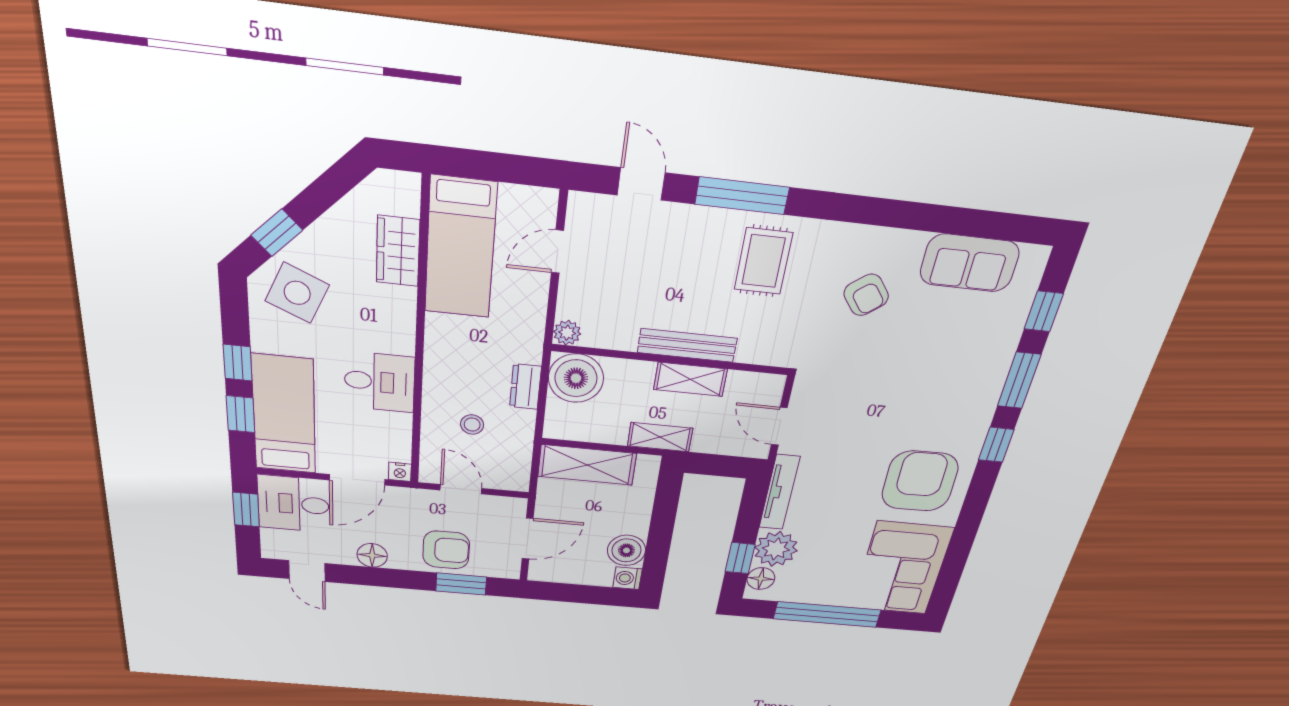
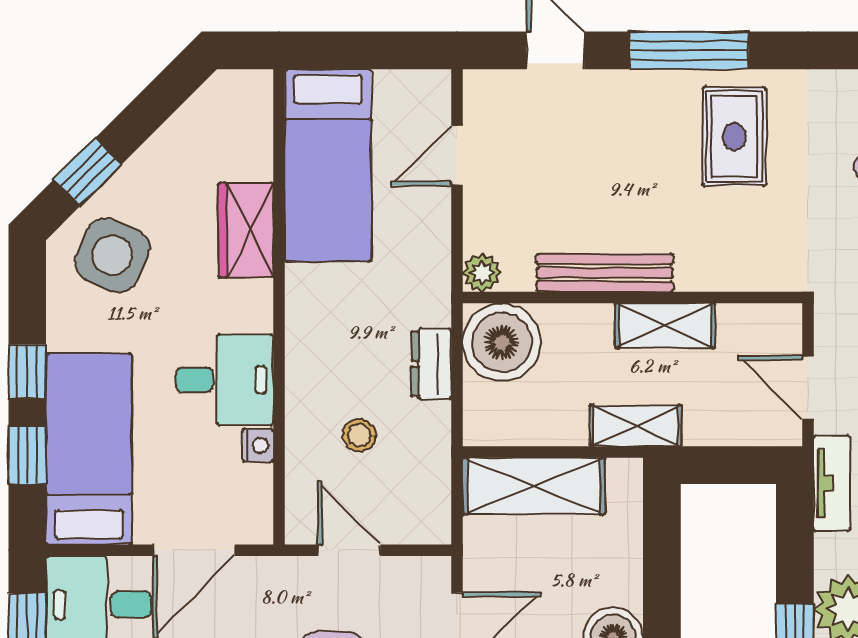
wardrobe: (398, 251) -> (246, 230), moved
bench: (687, 345) -> (605, 273), moved
nightstand: (400, 472) -> (258, 445), moved, turned -90
tv unit: (779, 492) -> (832, 483), width x0.71

